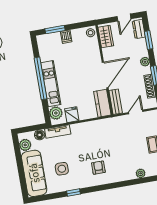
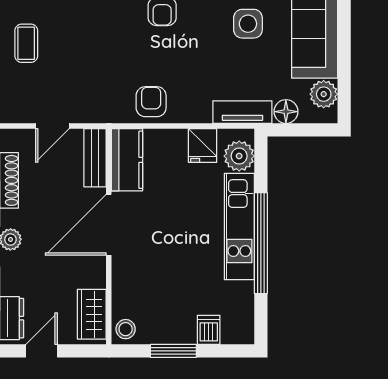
window: (55, 30) -> (173, 351), moved
dishwasher: (66, 37) -> (209, 330), moved
armchair: (96, 129) -> (151, 102), added

